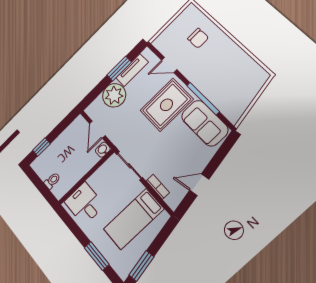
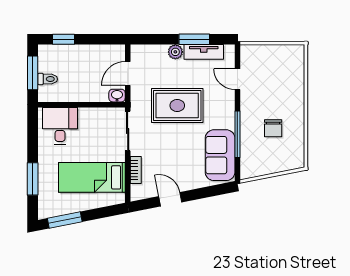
chair: (198, 38) -> (273, 128), moved
plant: (114, 95) -> (175, 52), width x0.53, depth x0.53
rug: (166, 105) -> (177, 106), moved
window: (40, 186) -> (33, 73), added

